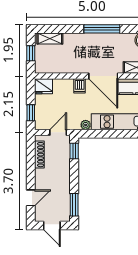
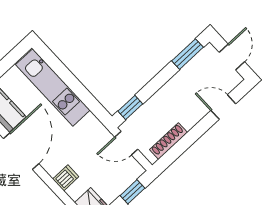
dishwasher: (80, 86) -> (66, 178), moved
plant: (86, 125) -> (91, 121), removed

